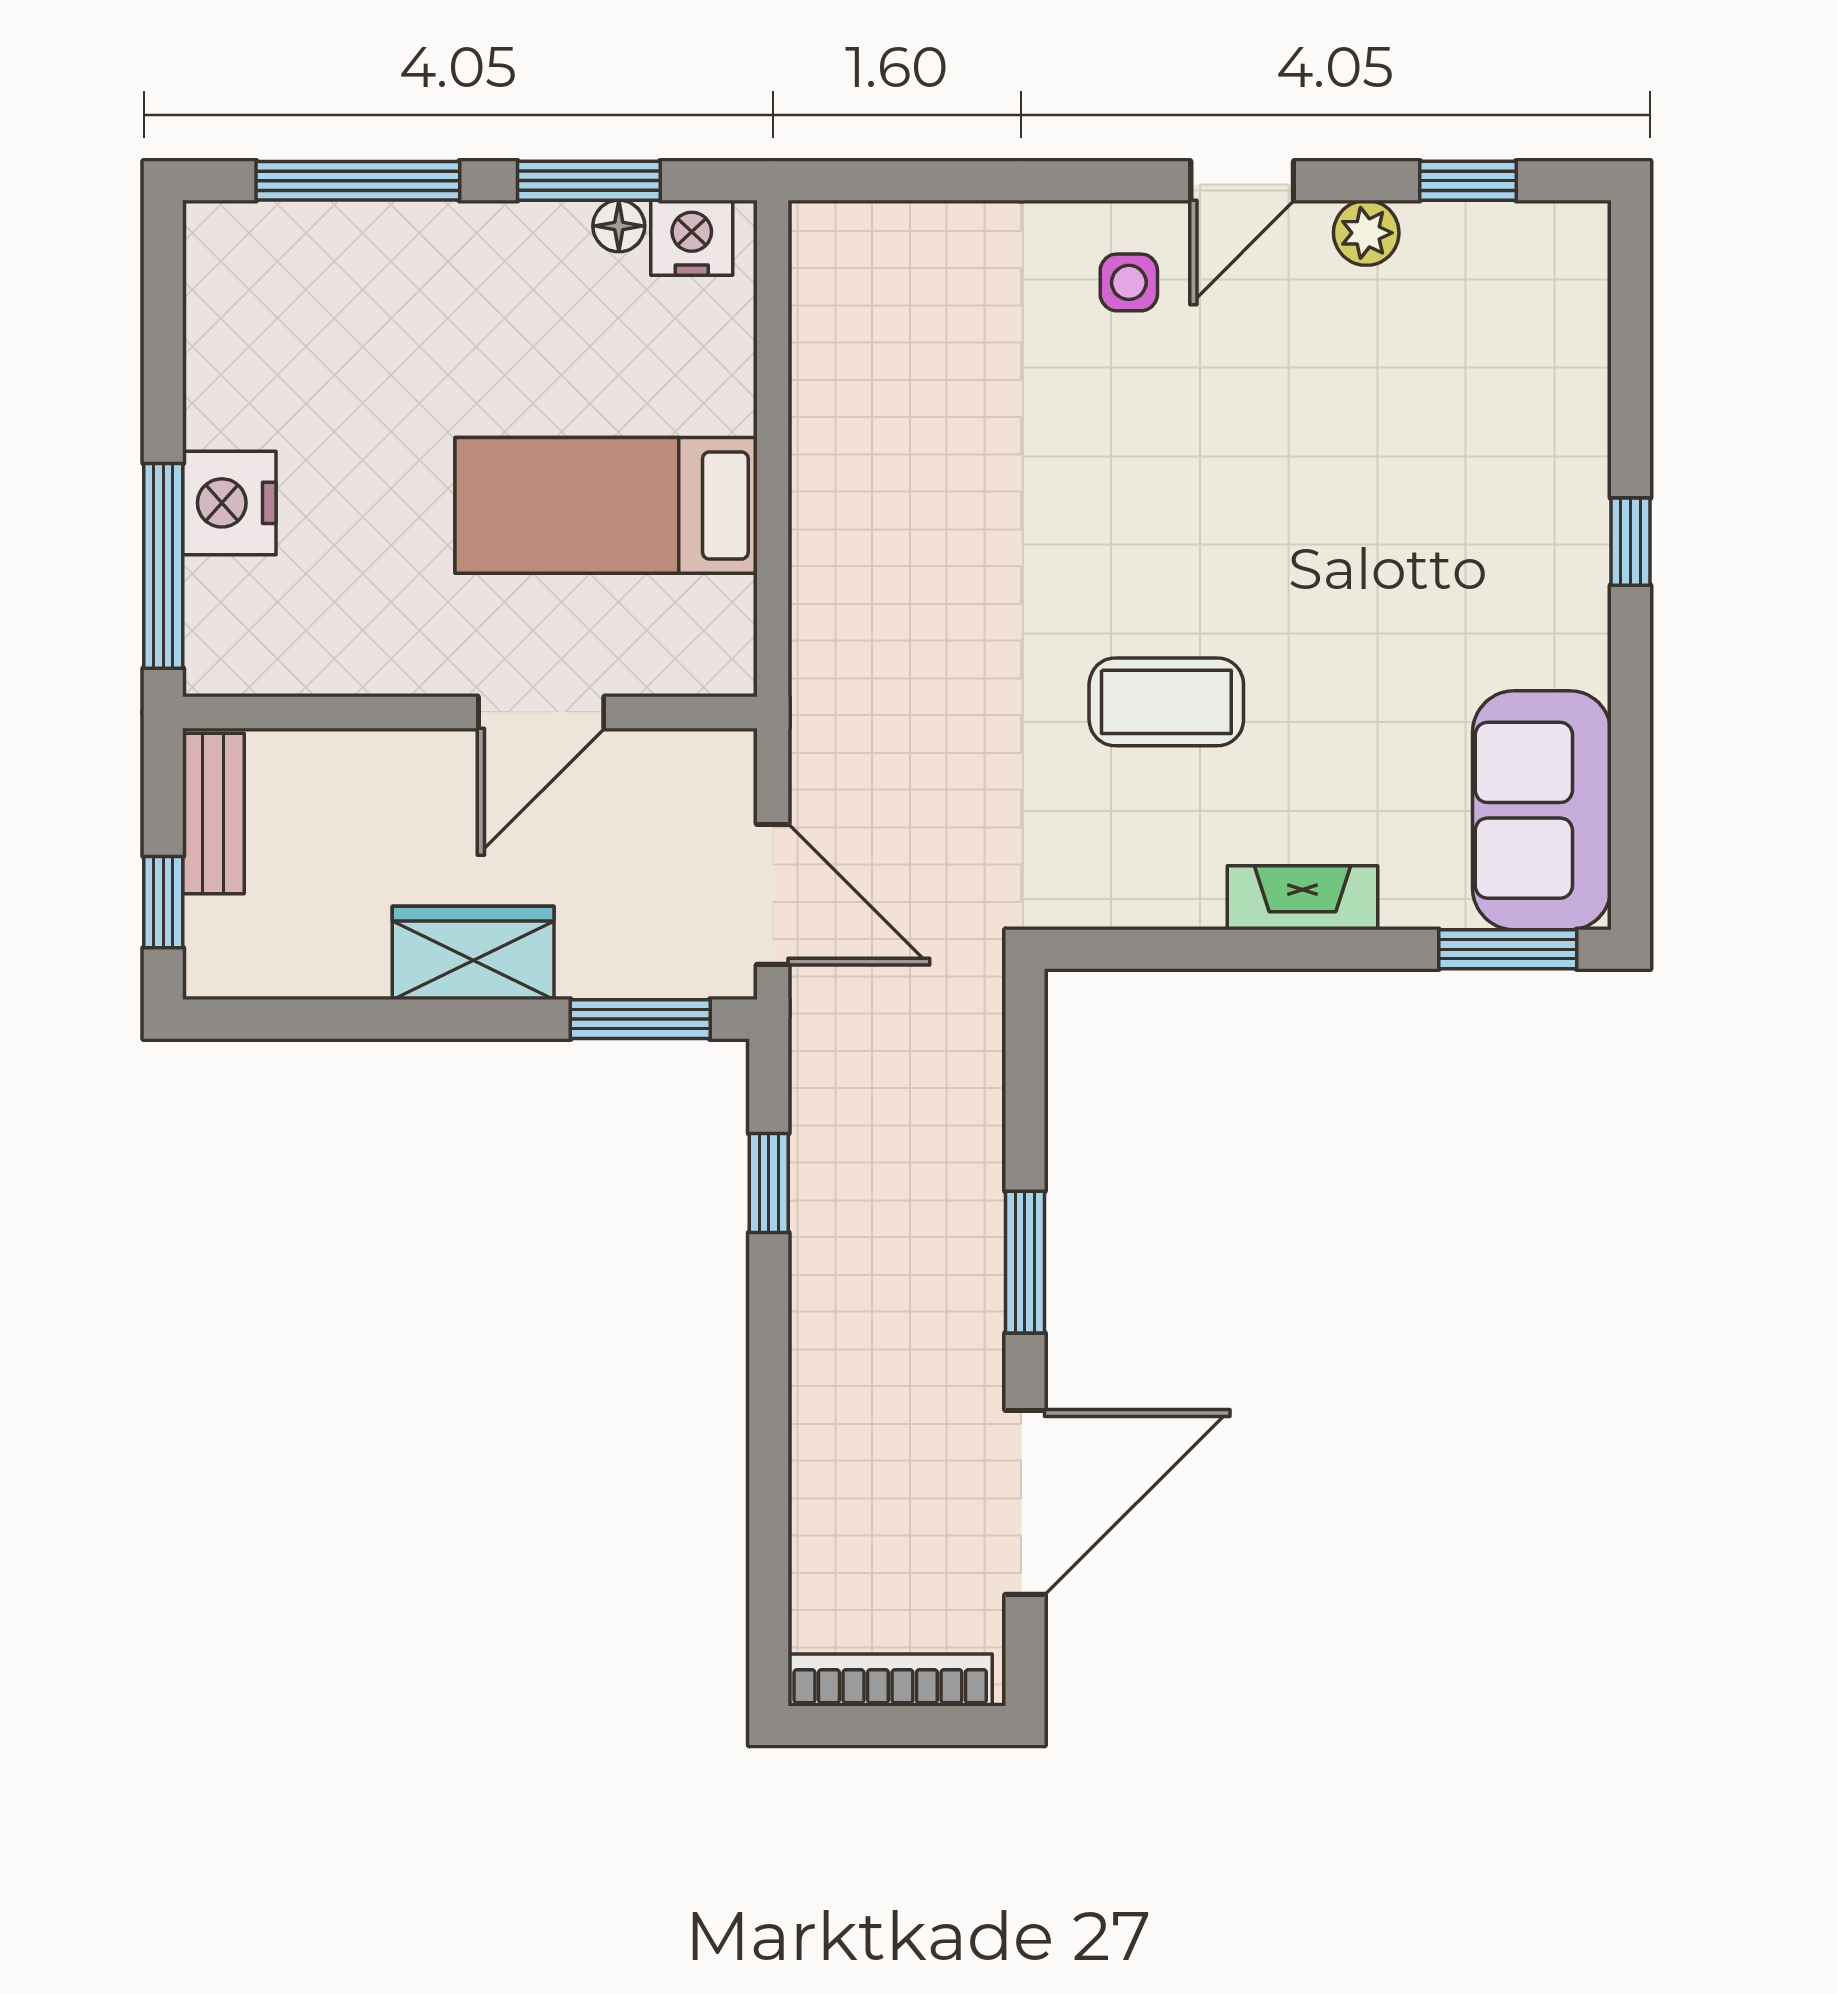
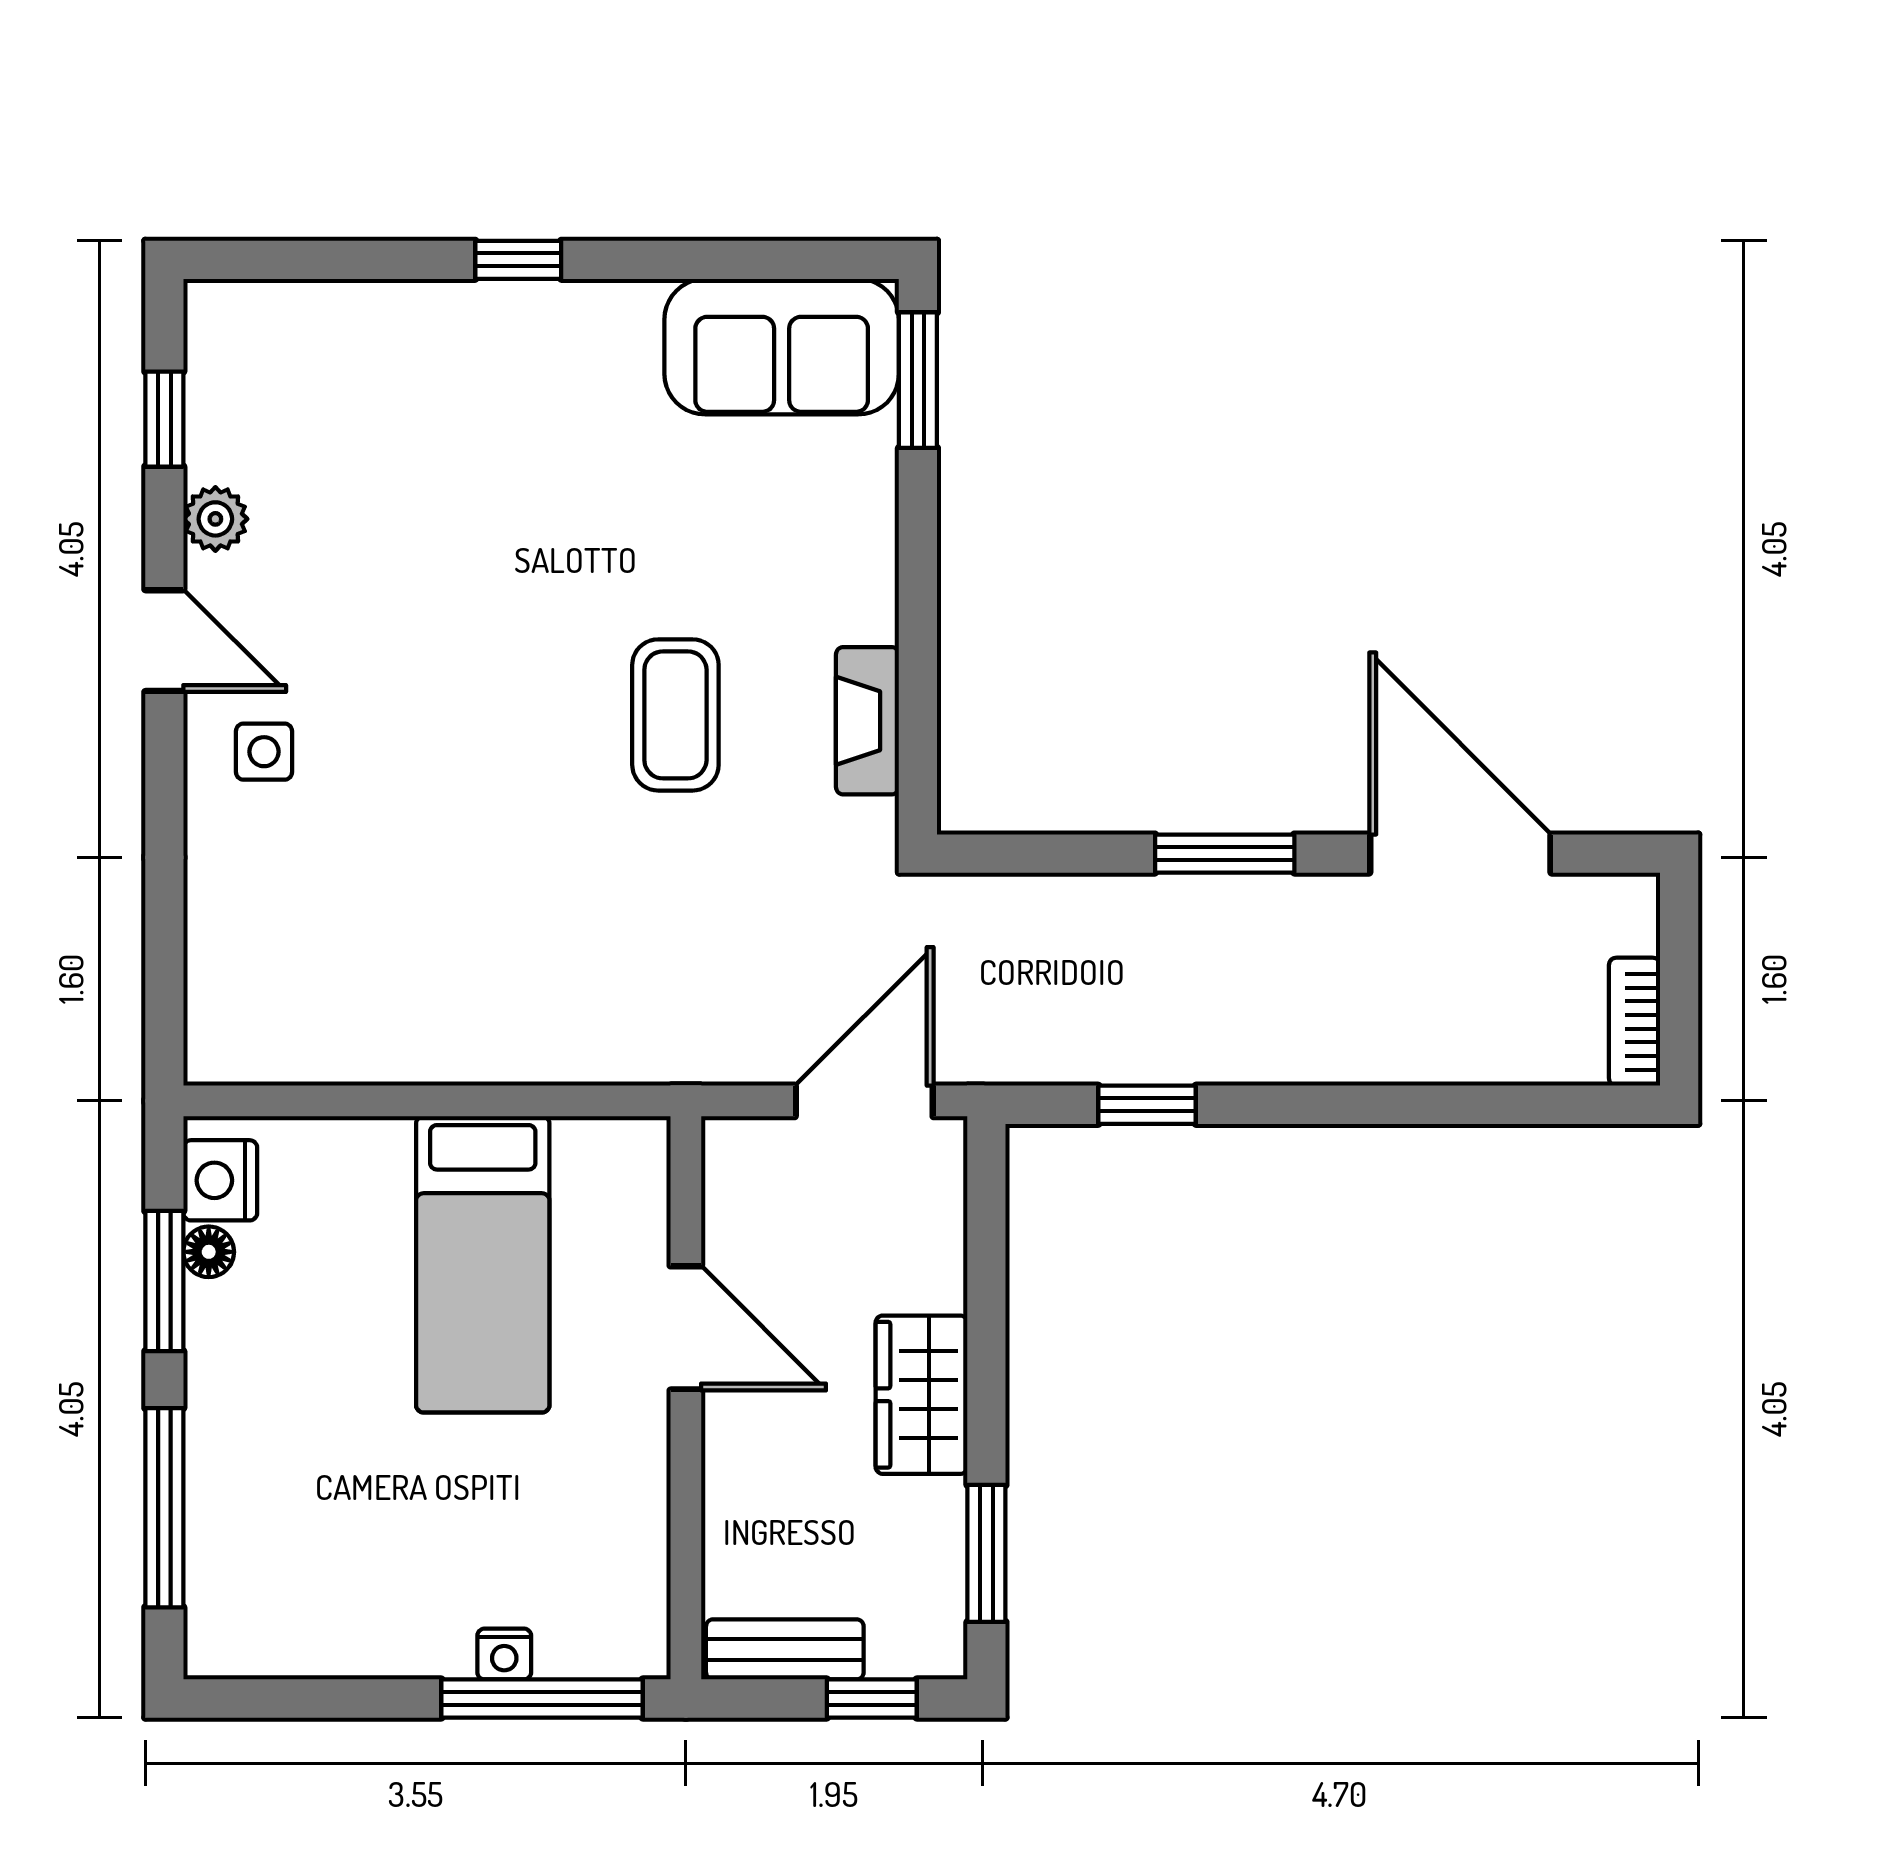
nightstand: (229, 503) -> (504, 1654), width x0.53, depth x0.56
fireplace: (1302, 898) -> (867, 721), moved
window: (640, 1019) -> (986, 1553), moved
bookcase: (890, 1680) -> (1635, 1022), width x0.64

